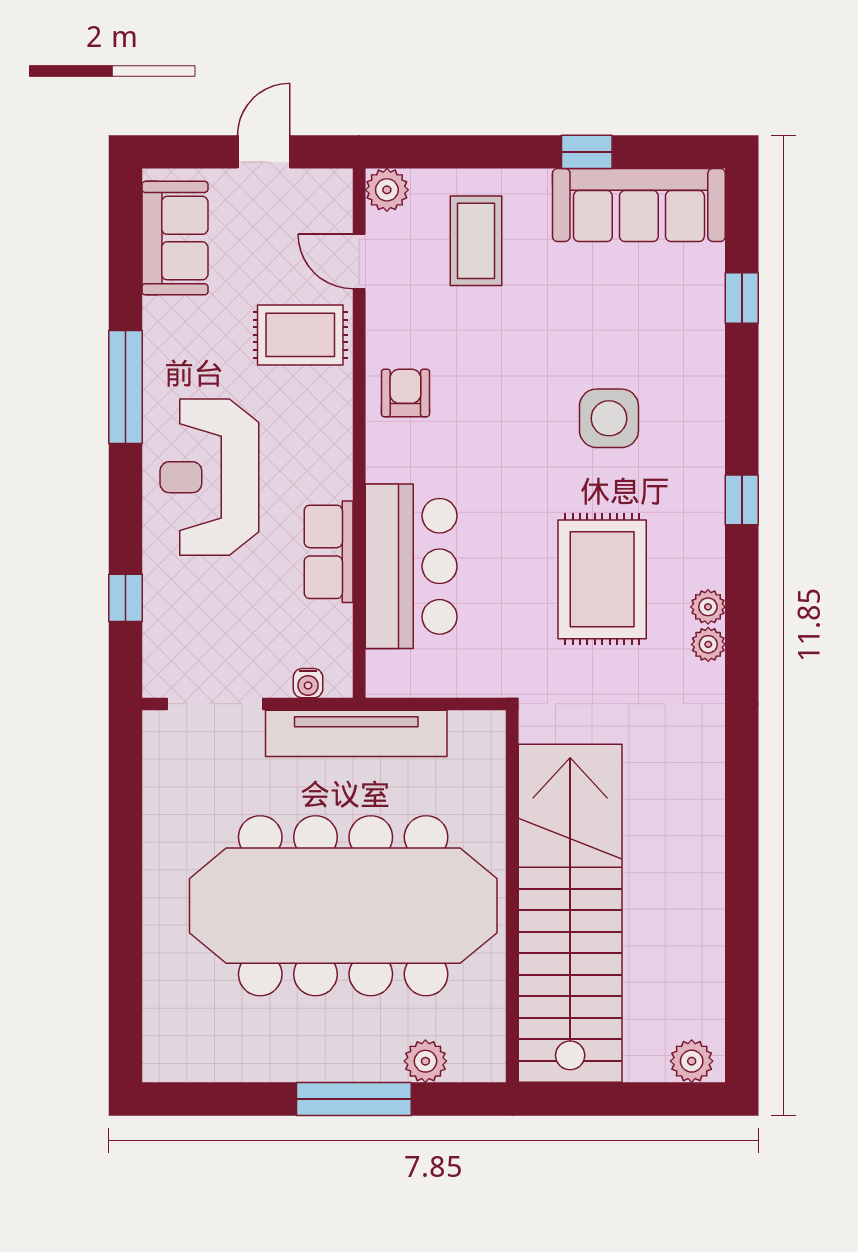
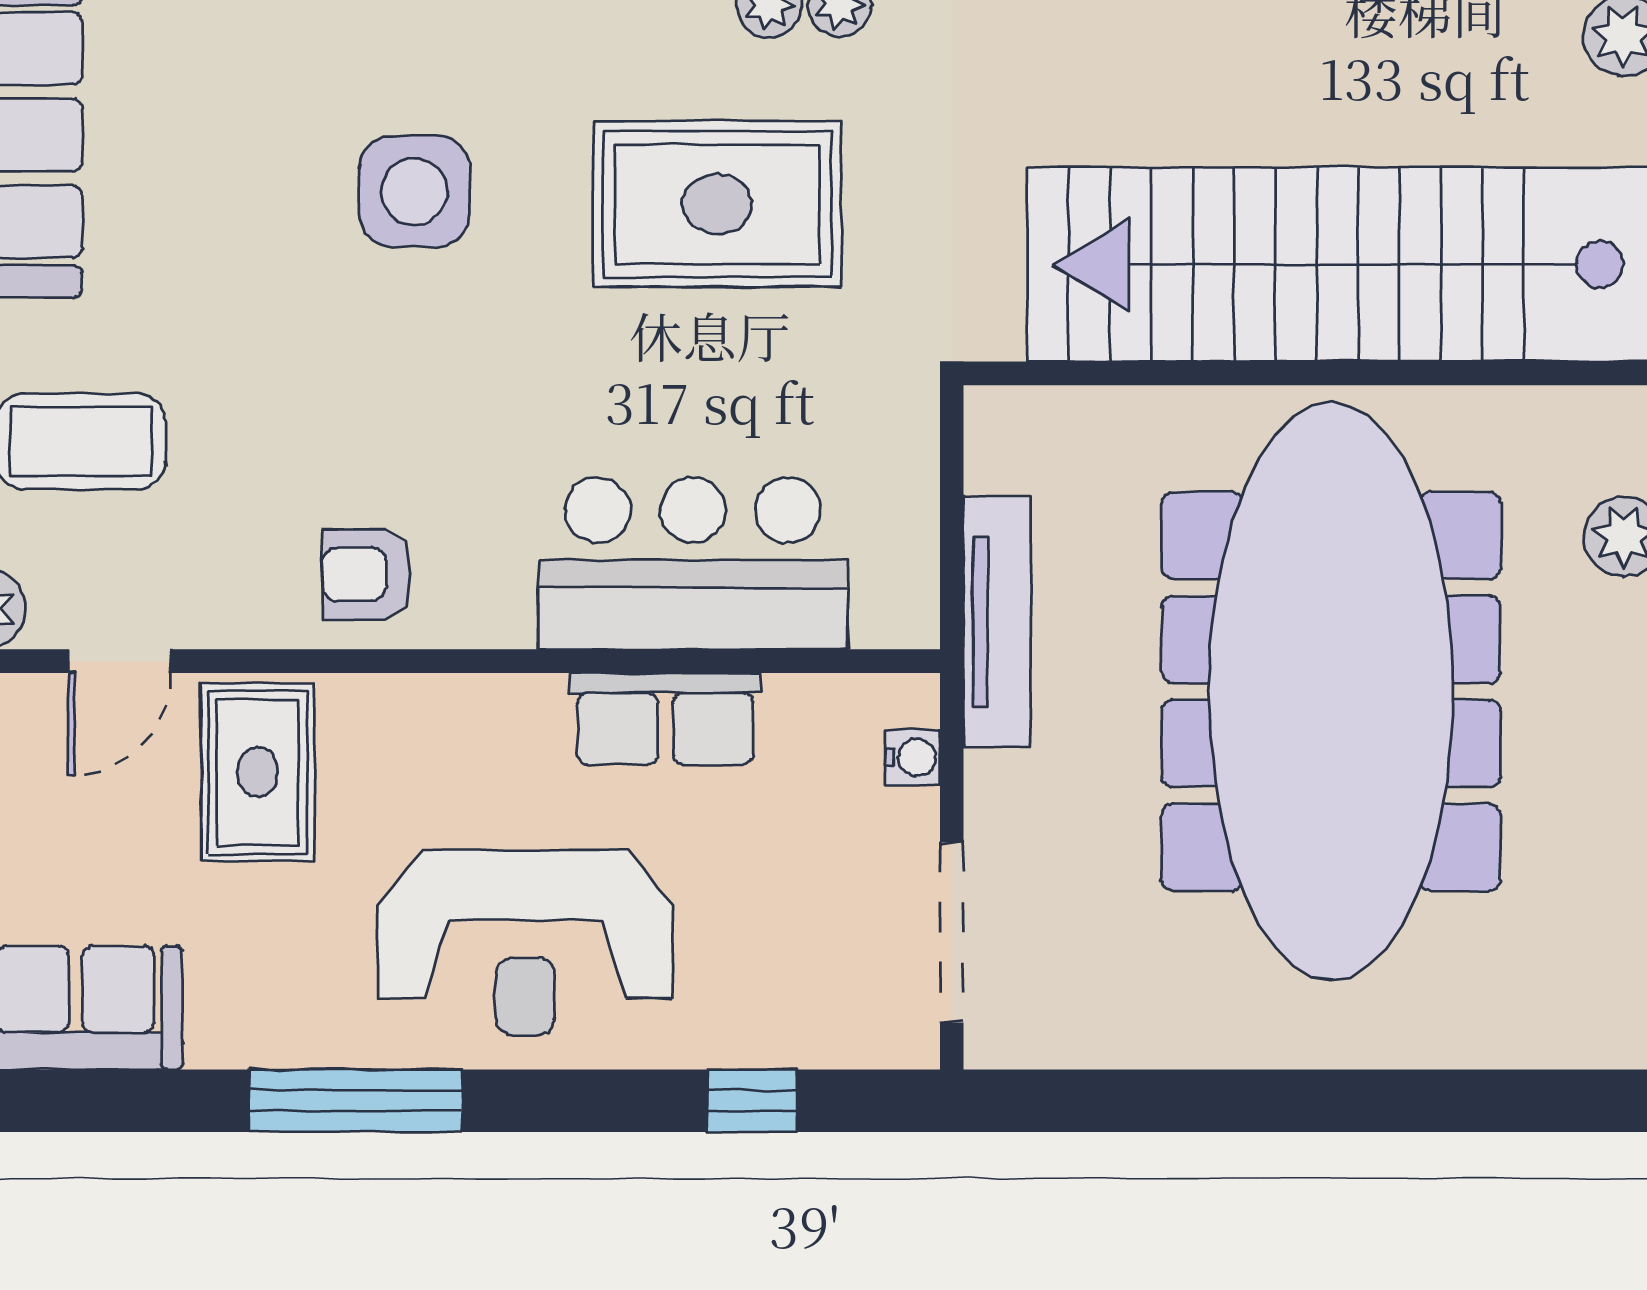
tv unit: (356, 733) -> (997, 622), width x0.73, depth x0.78

